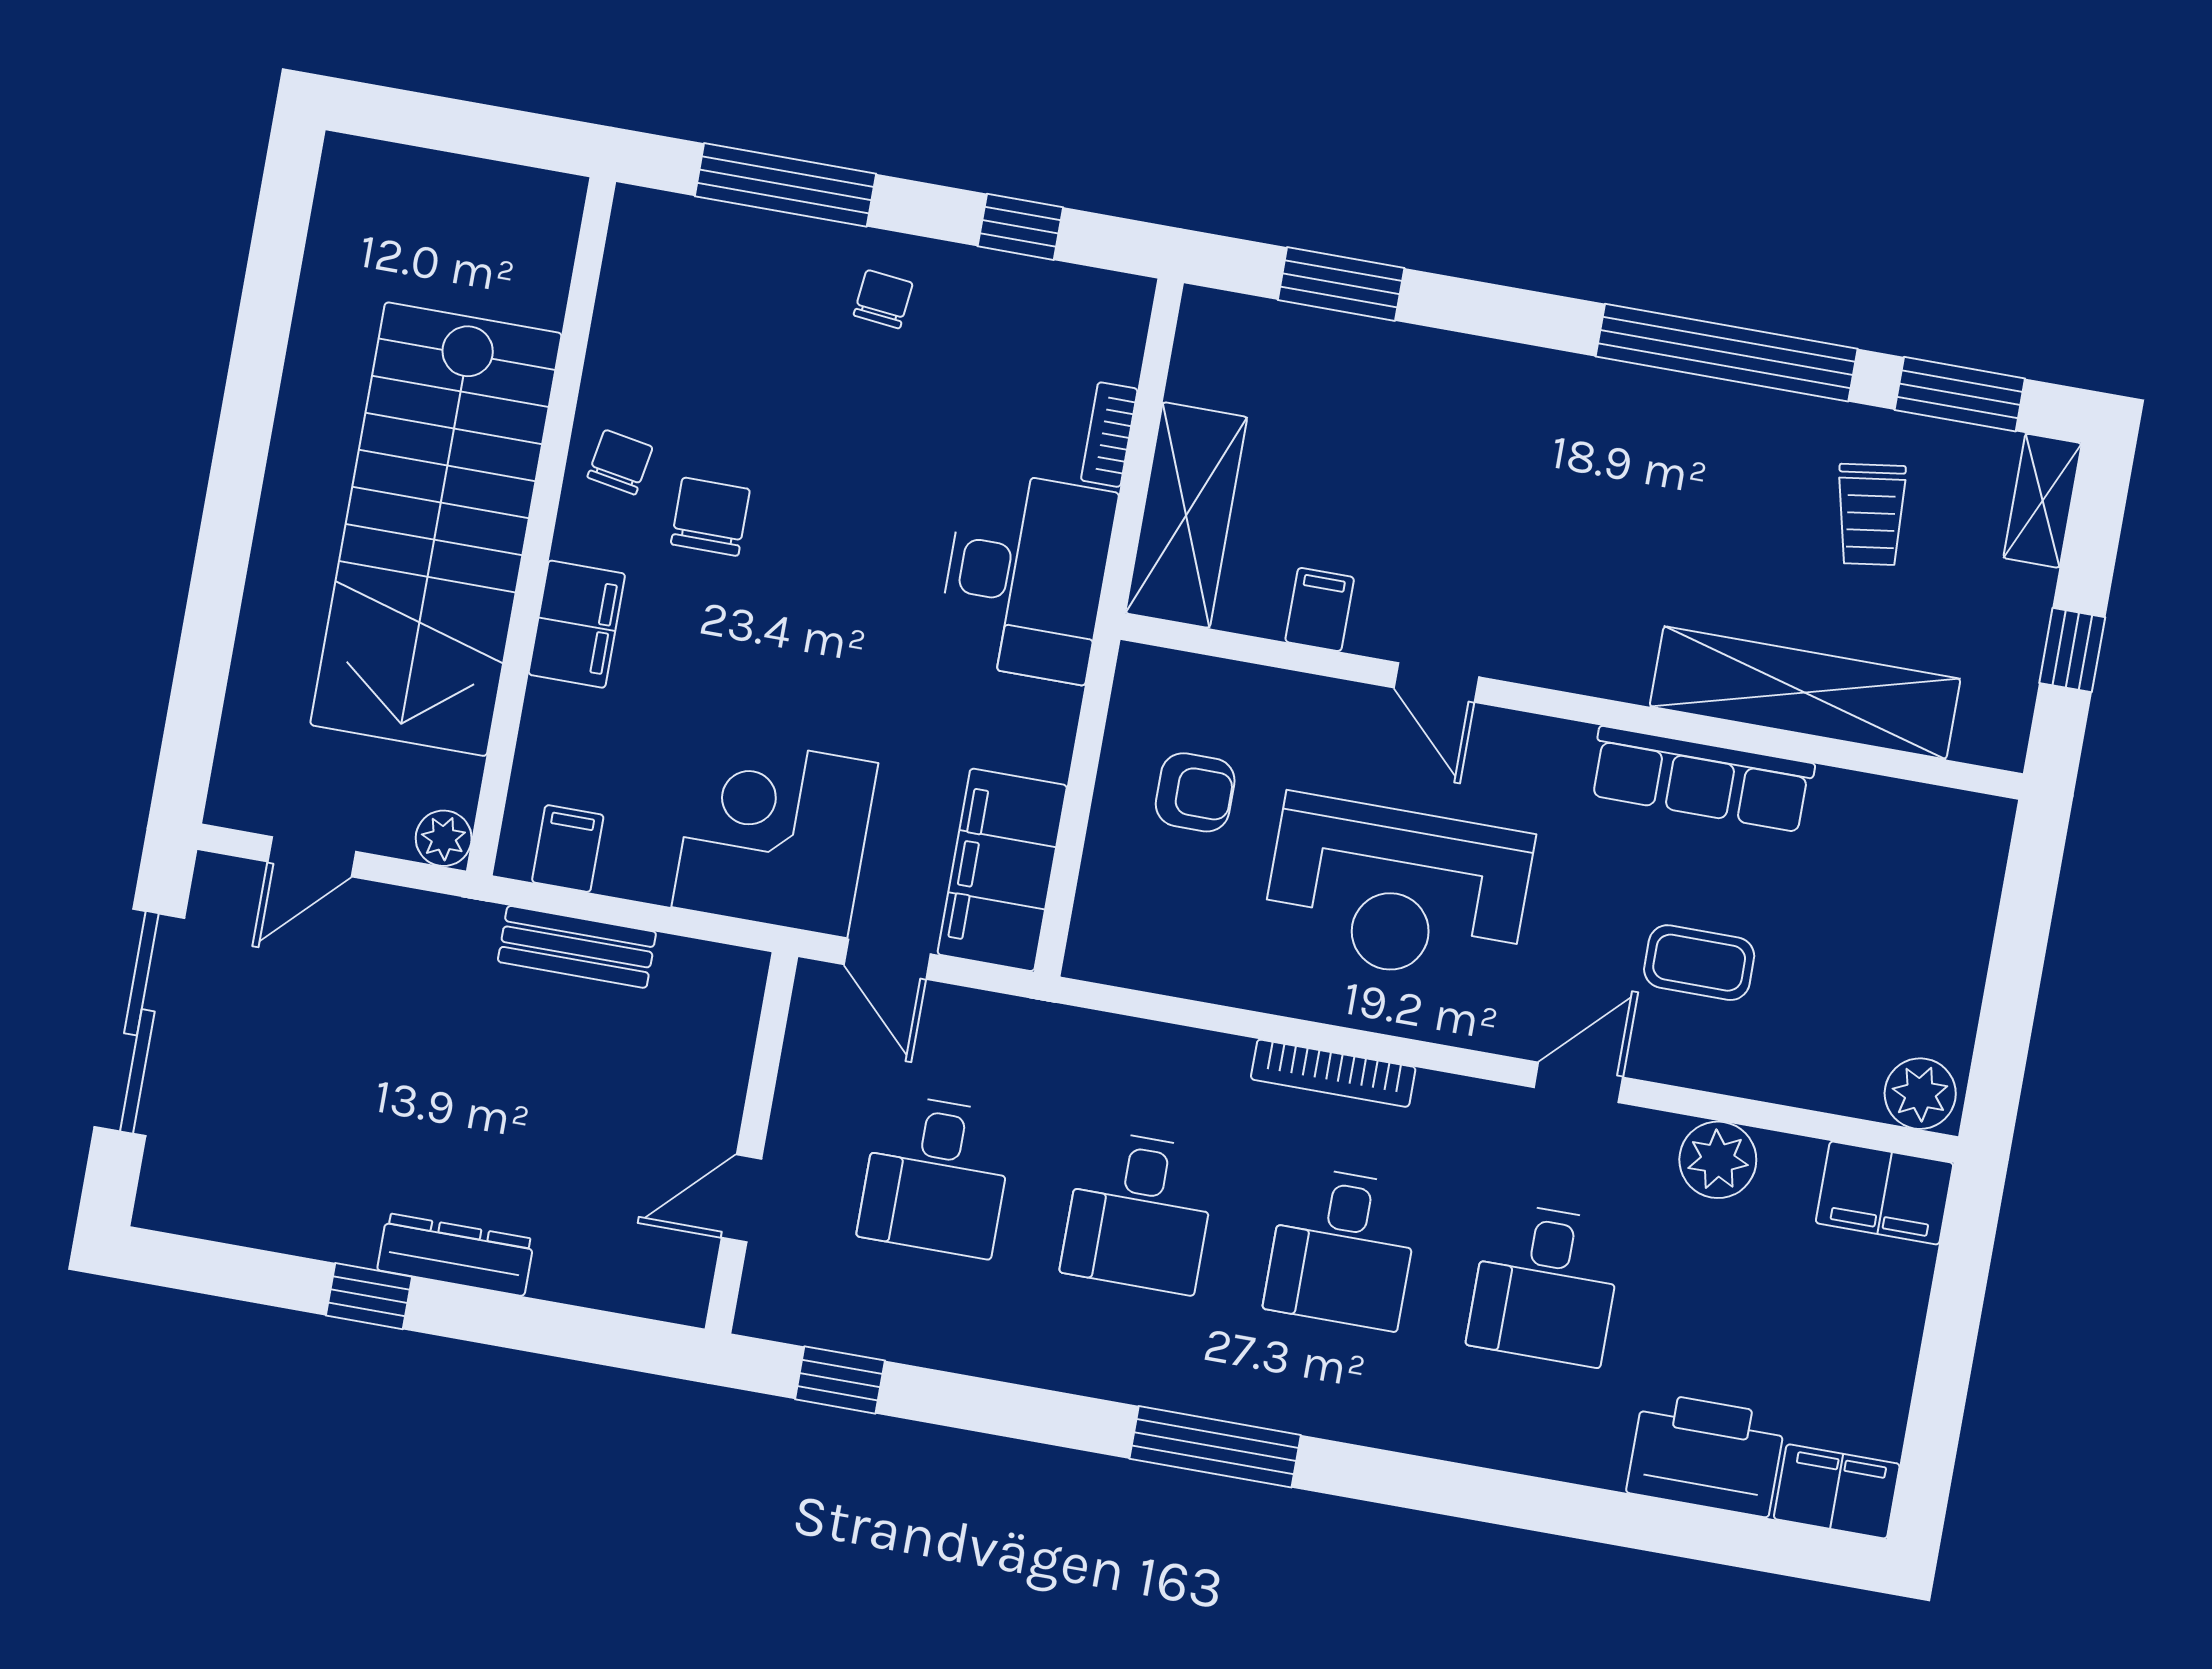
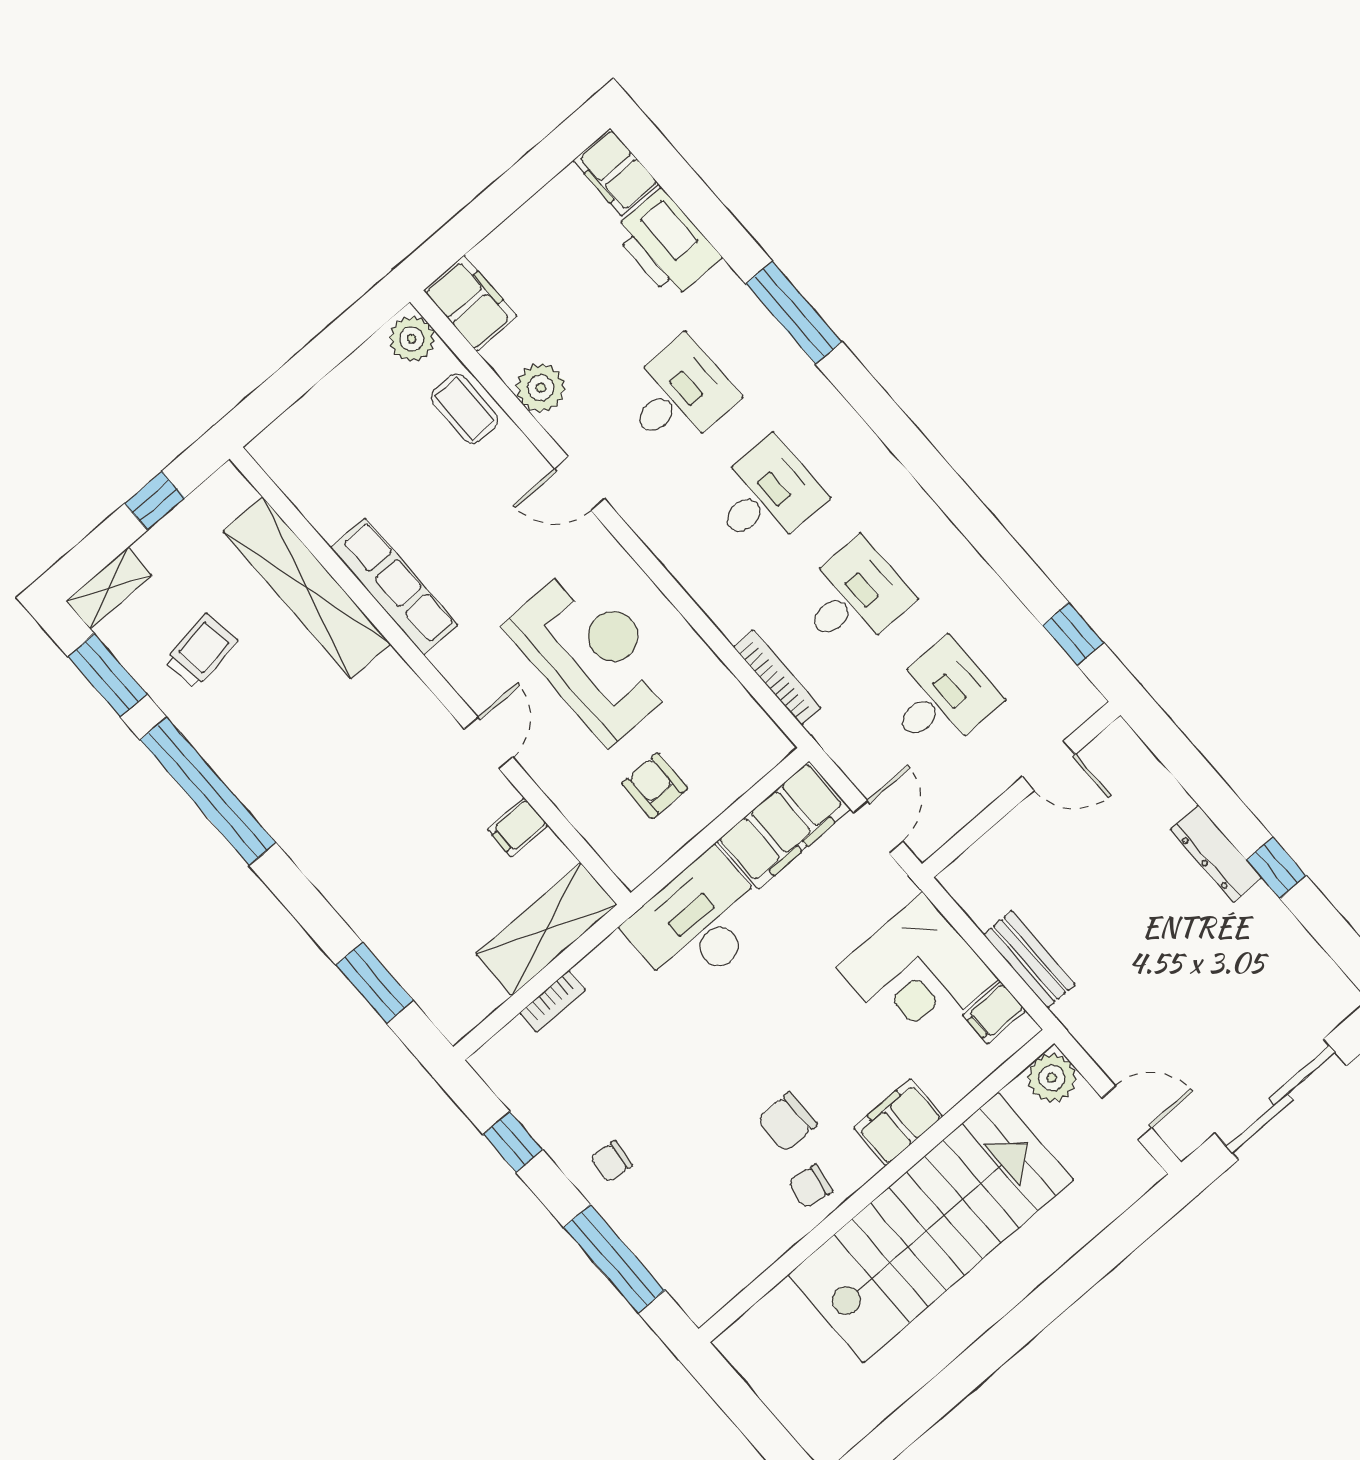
desk: (1026, 576) -> (699, 923), moved
corner desk: (775, 835) -> (917, 973), moved
plant: (444, 838) -> (1052, 1078), width x1.38, depth x1.38
coffee table: (1699, 963) -> (465, 409), moved
bookcase: (1333, 1073) -> (777, 677), moved
window: (1215, 1447) -> (794, 313), moved

